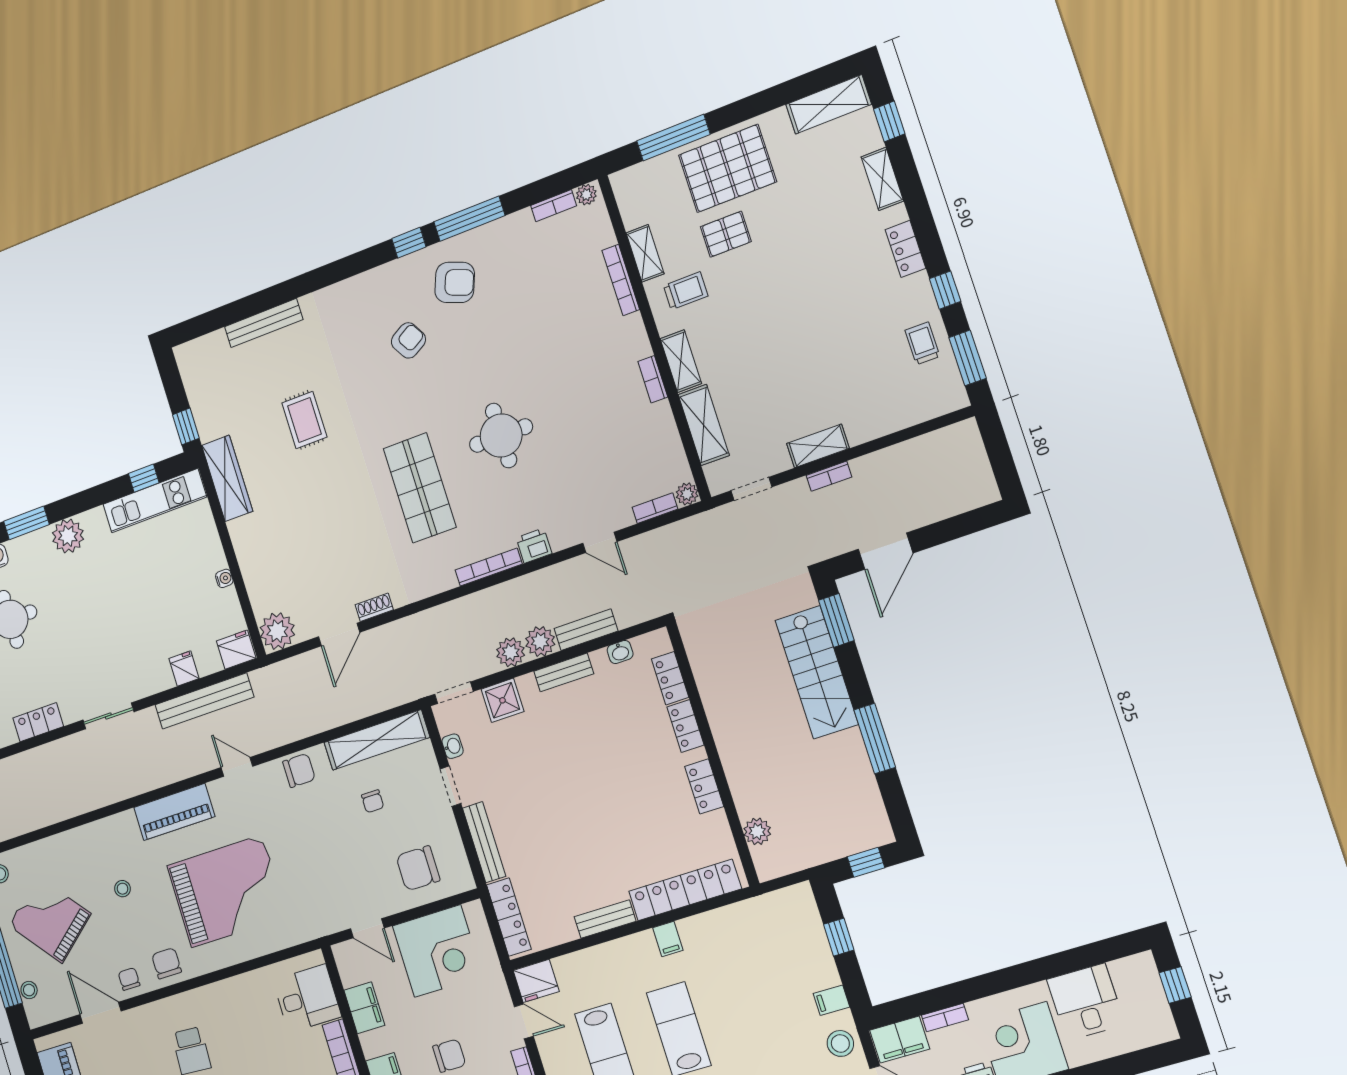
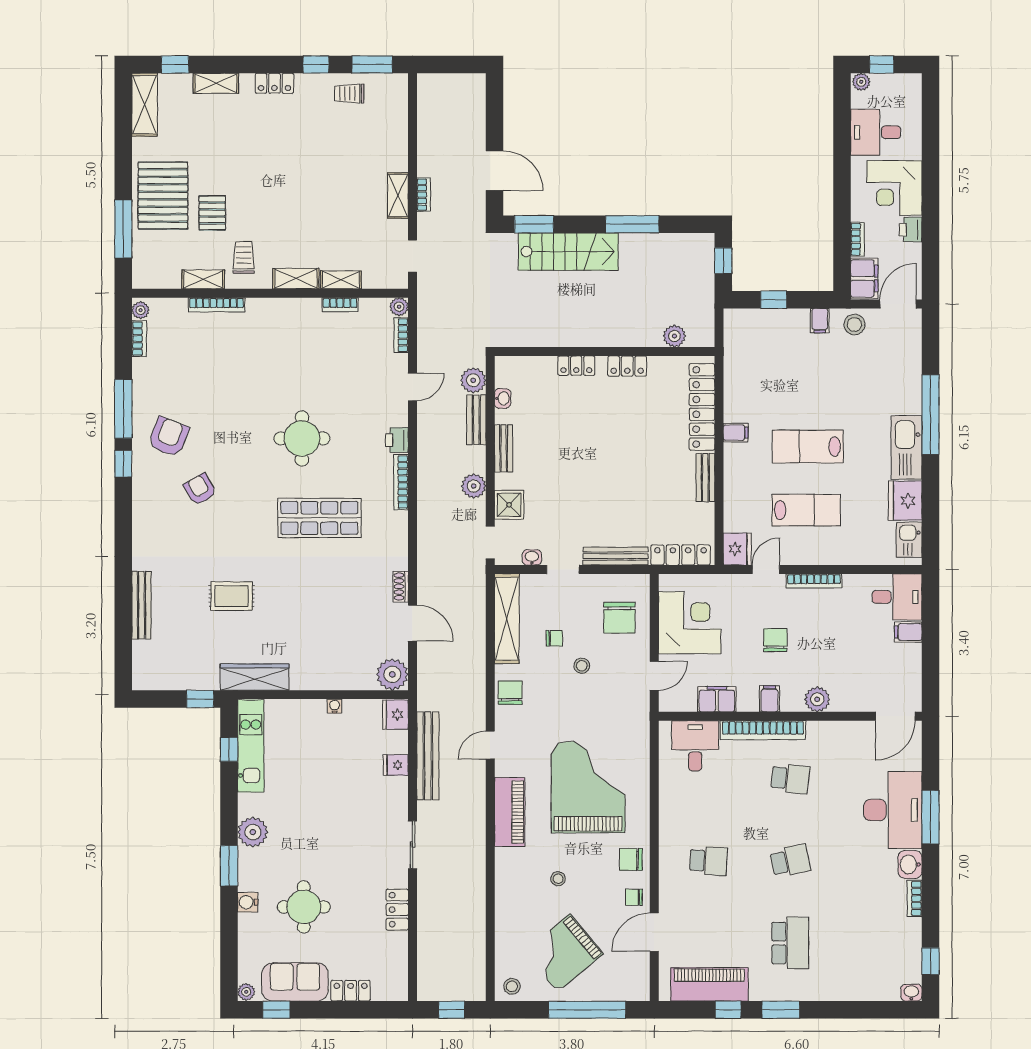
bookcase: (653, 379) -> (340, 305), moved
shelving: (704, 425) -> (341, 280), width x0.67, depth x0.75
plant: (540, 641) -> (473, 380), moved
locker: (670, 678) -> (536, 366), removed
plant: (1144, 966) -> (861, 82), added
stool: (29, 990) -> (582, 666), moved

